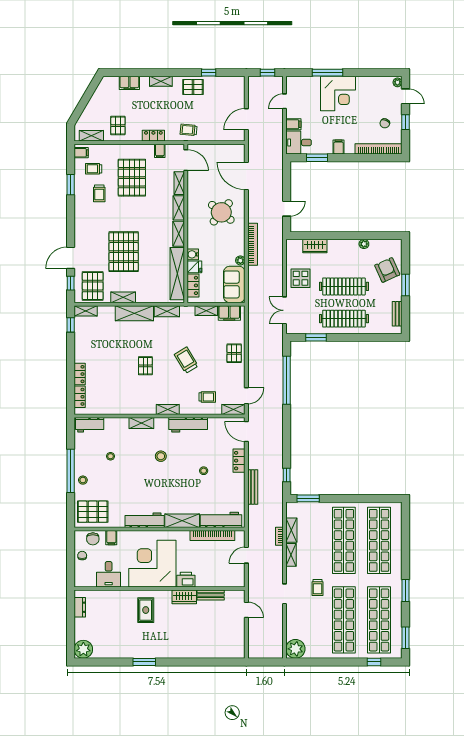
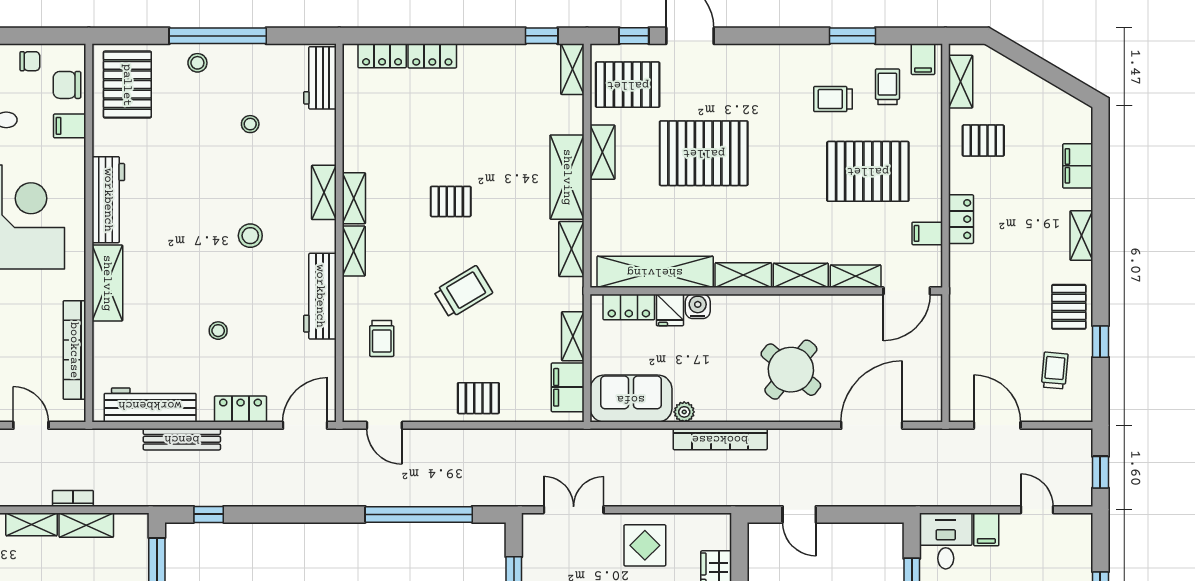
trolley: (189, 130) -> (1055, 371), moved
shelving: (233, 409) -> (354, 198), moved
workbench: (221, 520) -> (150, 405), moved, turned -90

